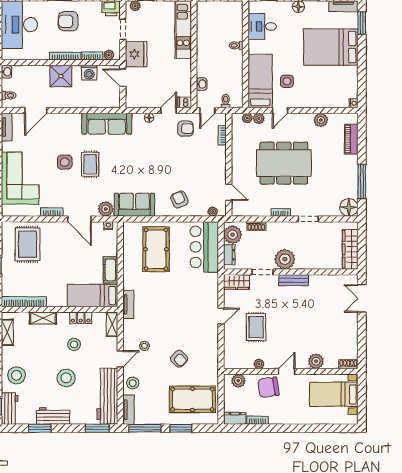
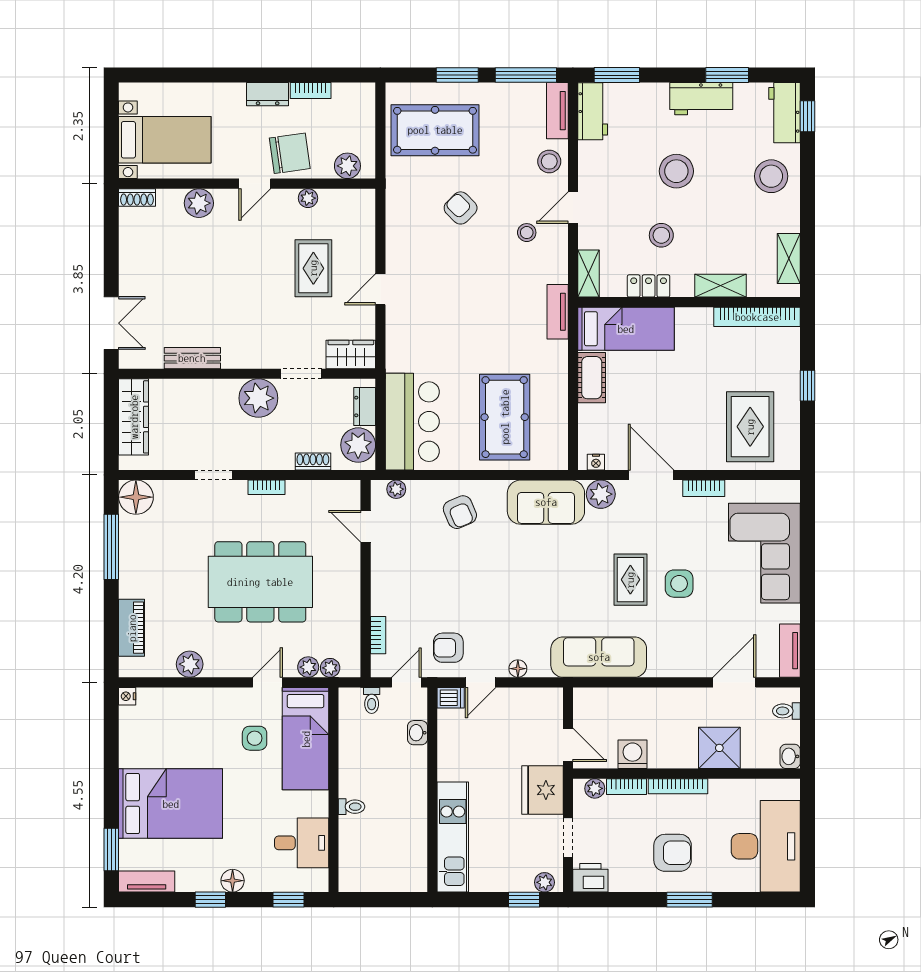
shower: (61, 76) -> (719, 748), moved
bench: (294, 280) -> (192, 358), moved
workbench: (107, 396) -> (593, 111), width x0.53, depth x0.76
dresser: (235, 418) -> (268, 94), moved

